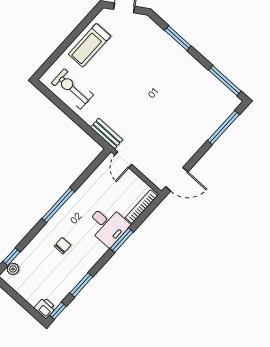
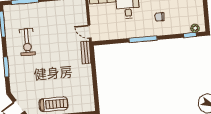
exercise bike: (72, 89) -> (27, 42), moved
door: (123, 160) -> (90, 32), swing flipped

